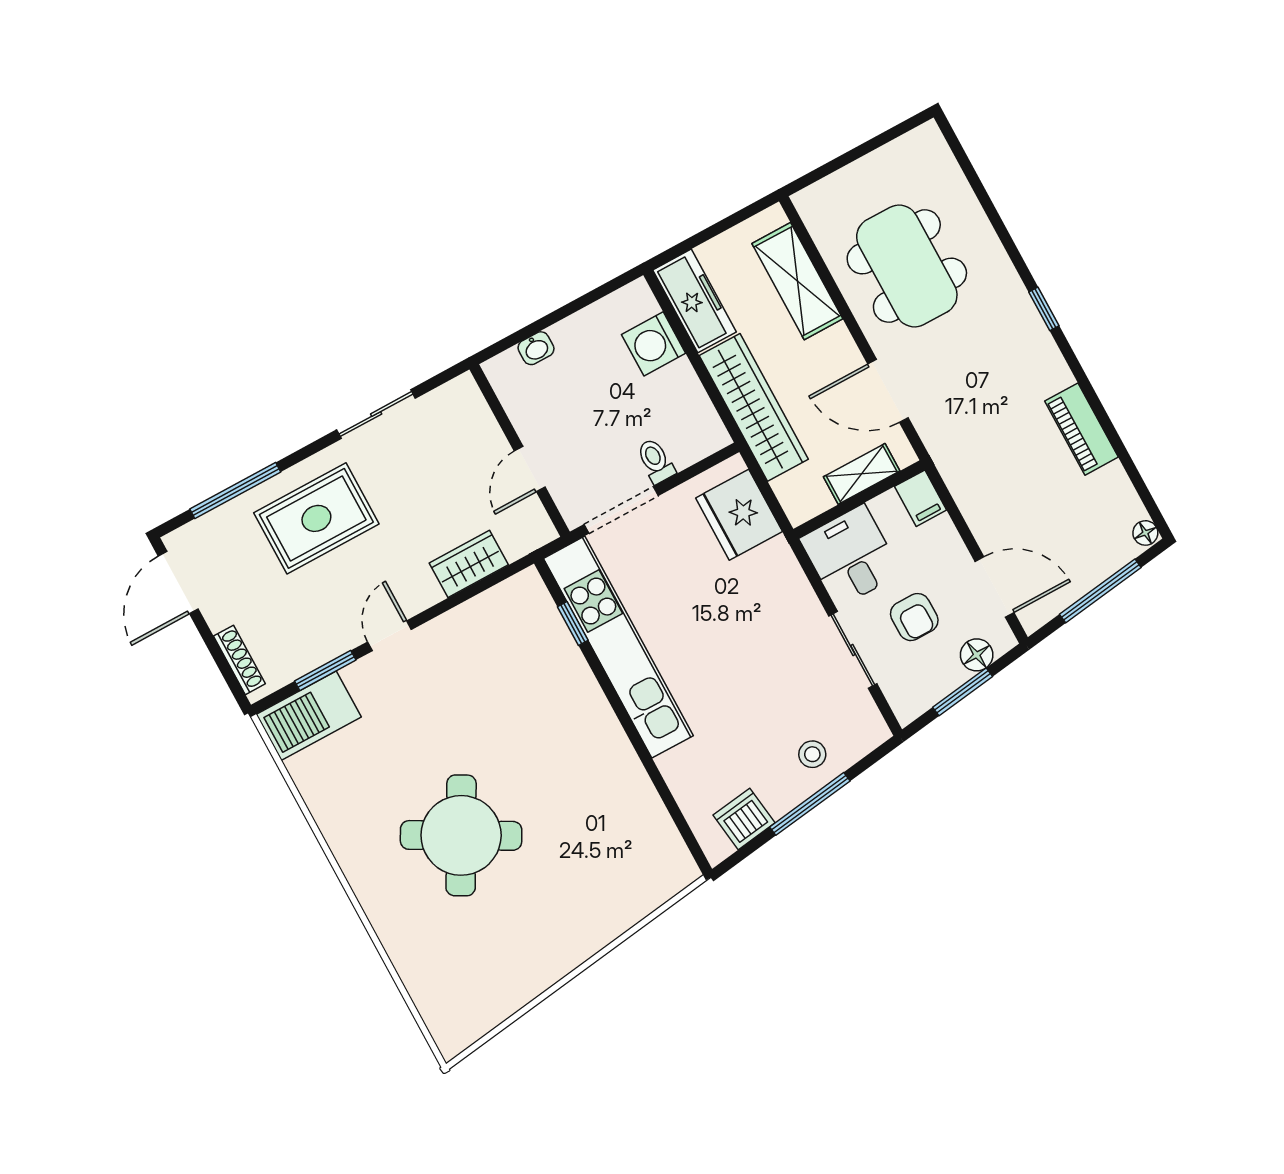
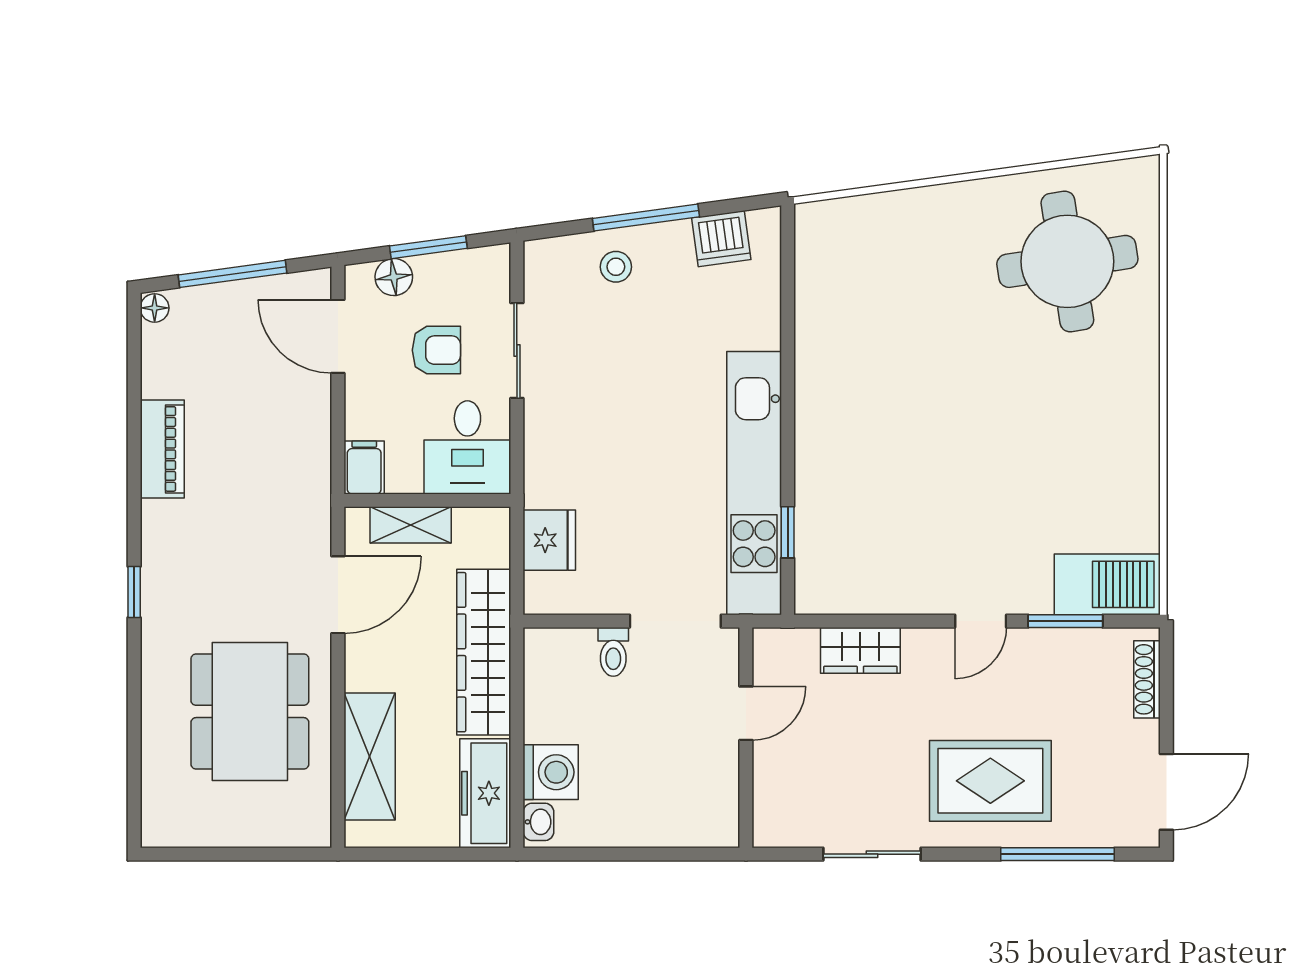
washbasin: (536, 348) -> (538, 822), moved, turned 90
door: (888, 391) -> (338, 595), hinge flipped
fridge: (739, 515) -> (549, 540), width x0.73, depth x0.75
armchair: (914, 617) -> (436, 350), turned 90
round table: (461, 835) -> (1067, 261), moved, turned -38

